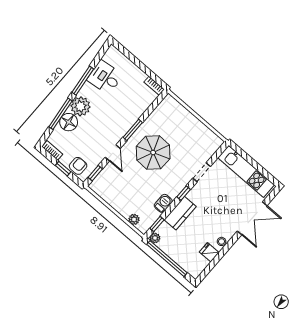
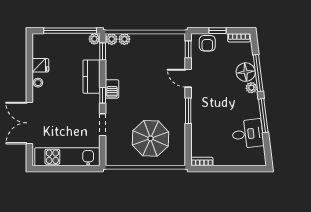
plant: (80, 106) -> (251, 88), width x0.53, depth x0.53
parasol: (153, 152) -> (151, 138), moved
barbecue: (163, 203) -> (112, 89), moved
plant: (143, 227) -> (112, 39), added

